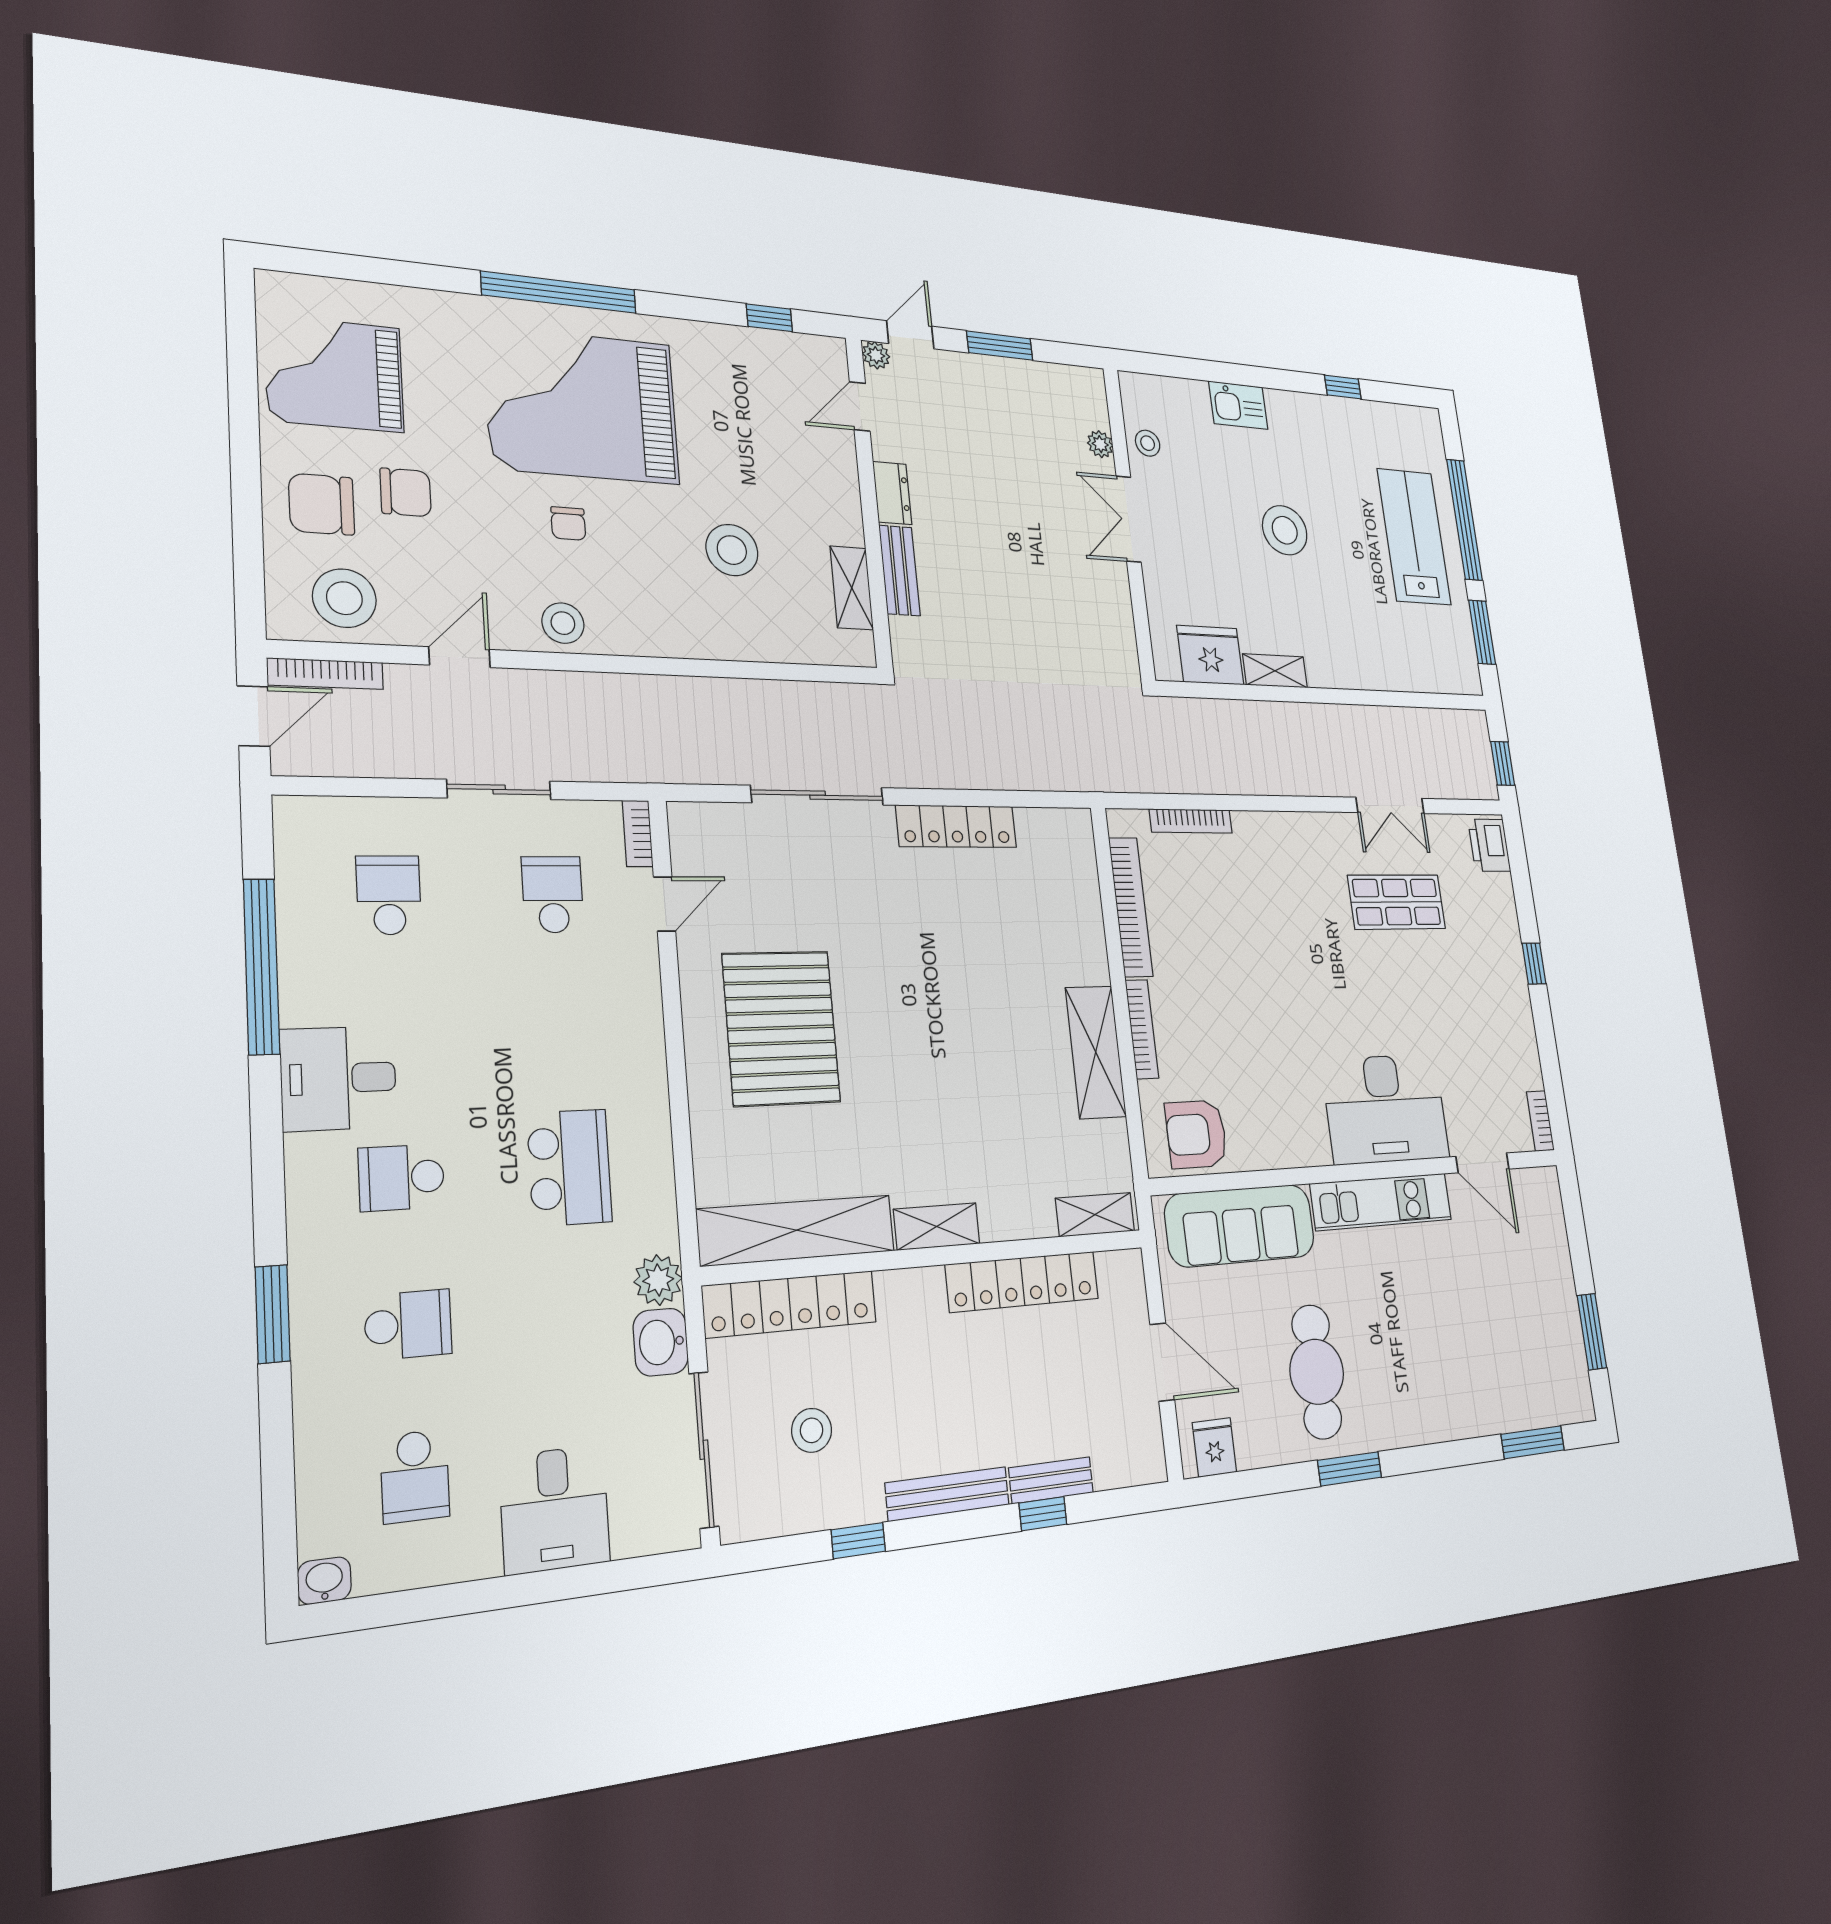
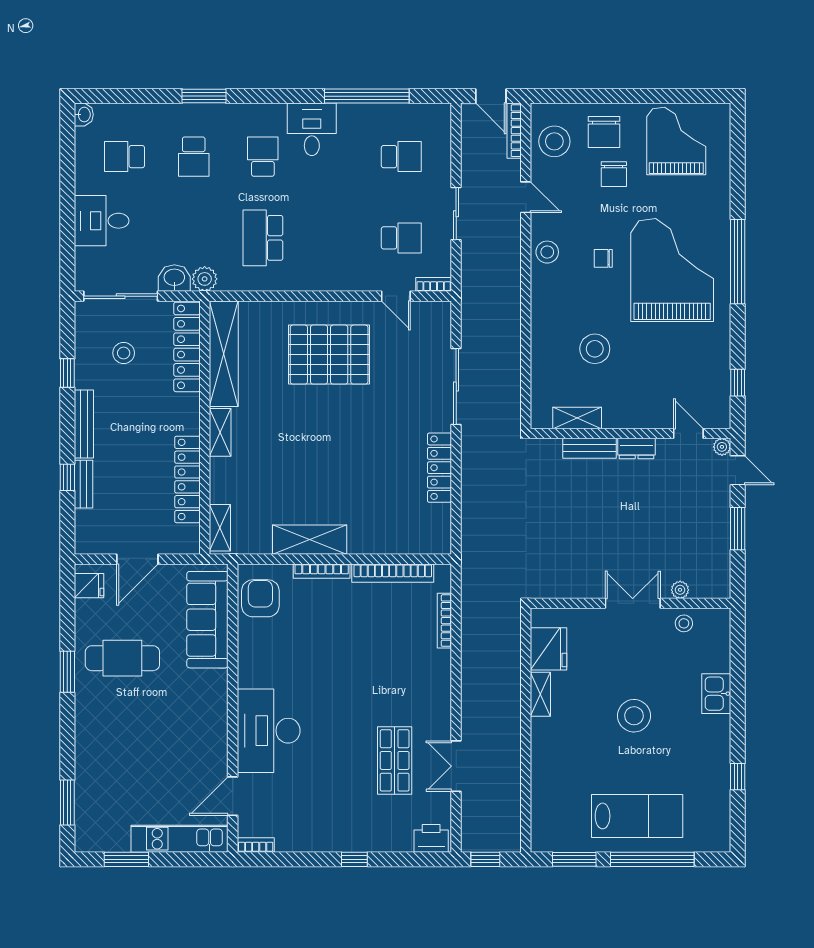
chair: (322, 504) -> (604, 132), turned 180
school desk: (569, 1167) -> (263, 238), turned 90
kitchen unit: (1381, 1202) -> (180, 839), moved, turned 90

